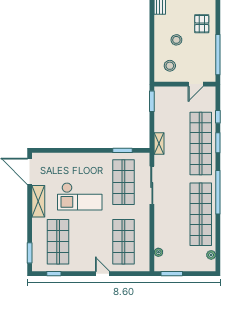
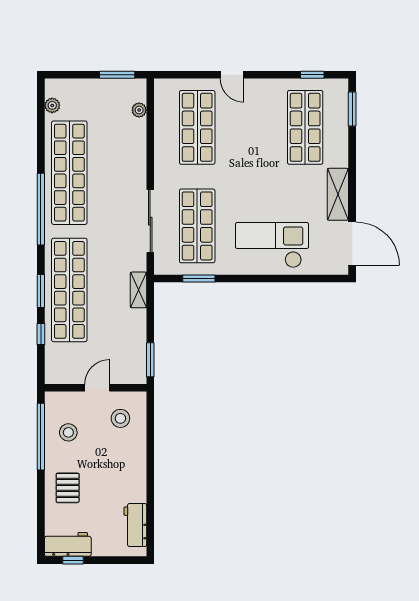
stool: (176, 40) -> (68, 432), moved
door: (196, 84) -> (97, 388), moved
checkout: (80, 196) -> (272, 245), moved

